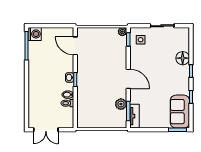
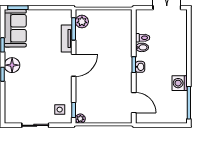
washing machine: (35, 34) -> (180, 83), moved
floor lamp: (183, 58) -> (12, 65), moved
door: (128, 79) -> (74, 65), swing flipped
plant: (121, 104) -> (82, 22), moved
tv unit: (134, 116) -> (67, 38), moved

